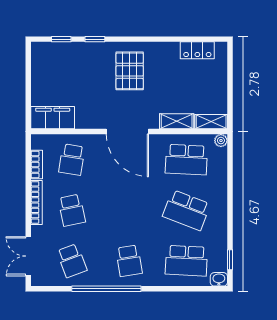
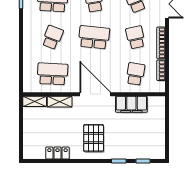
locker: (197, 50) -> (57, 153), moved
filing cabinet: (53, 118) -> (131, 104), moved
plant: (221, 141) -> (28, 88), removed
school desk: (129, 210) -> (94, 37), added
school desk: (186, 210) -> (53, 37), width x0.54

